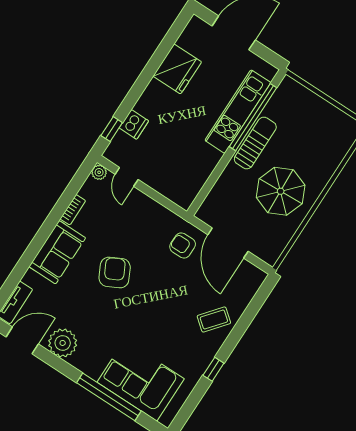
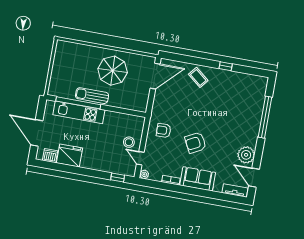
dishwasher: (134, 124) -> (50, 156), moved
stool: (159, 170) -> (129, 142), added
door: (127, 177) -> (140, 158), swing flipped
door: (228, 243) -> (155, 76), moved
armchair: (183, 246) -> (164, 130), moved, turned 88
corner sofa: (141, 381) -> (249, 103), removed

